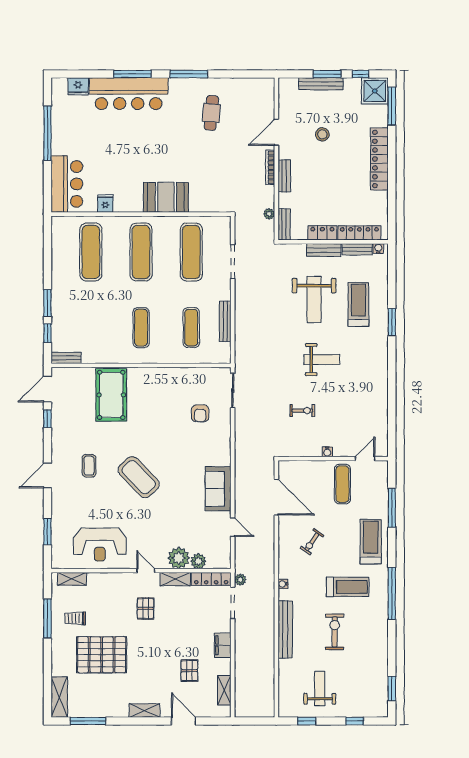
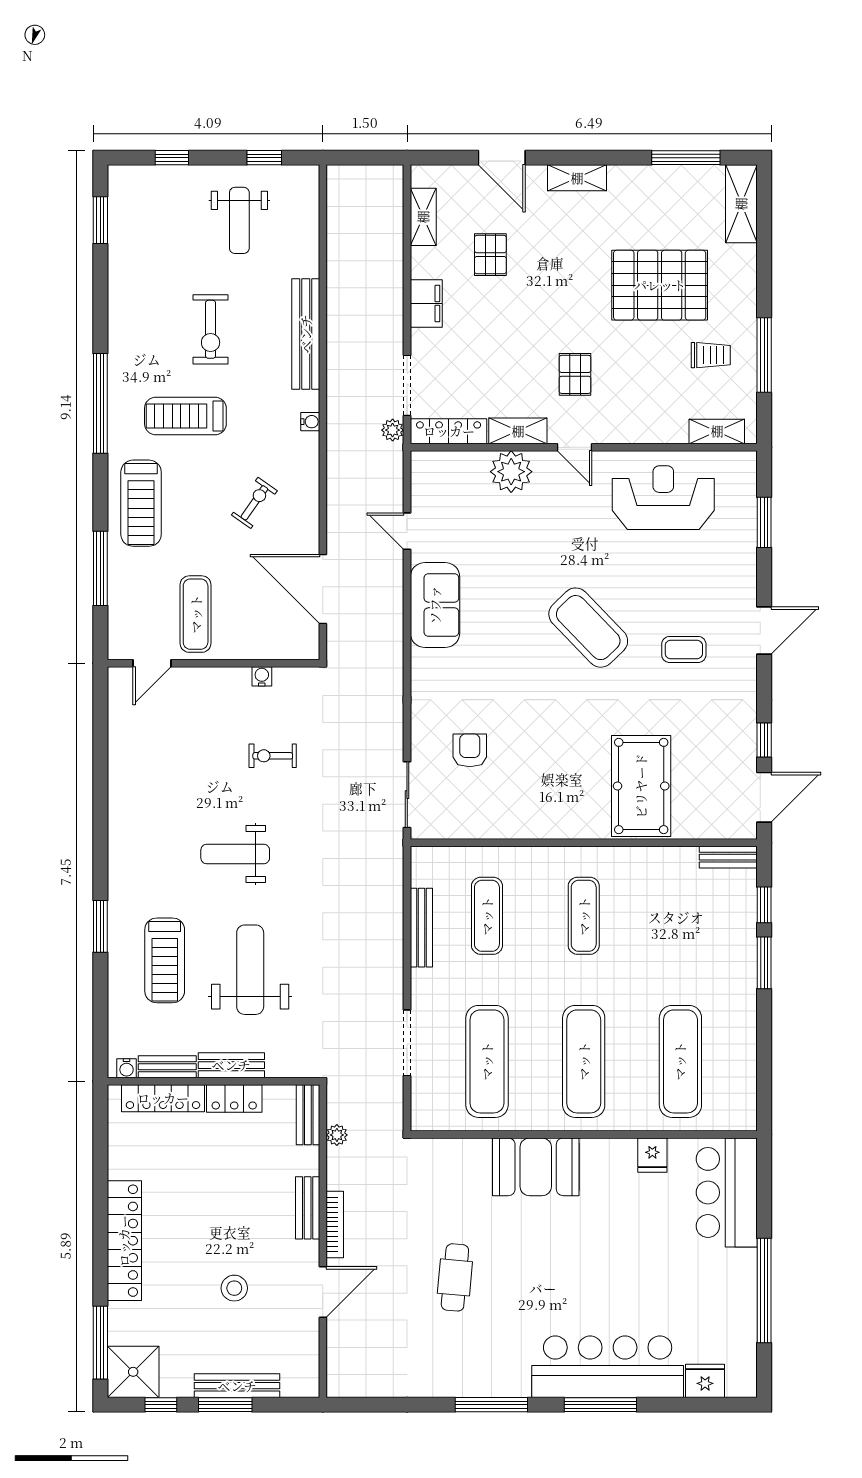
cafe table: (211, 113) -> (455, 1277), moved
water cooler: (327, 452) -> (262, 676), moved
coffee table: (89, 466) -> (684, 649), turned 90
plant: (198, 561) -> (473, 465), removed

